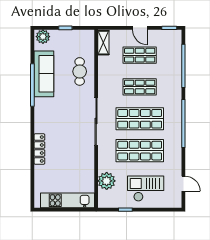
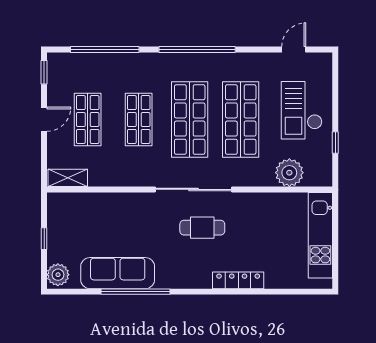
cafe table: (80, 71) -> (202, 228), moved

